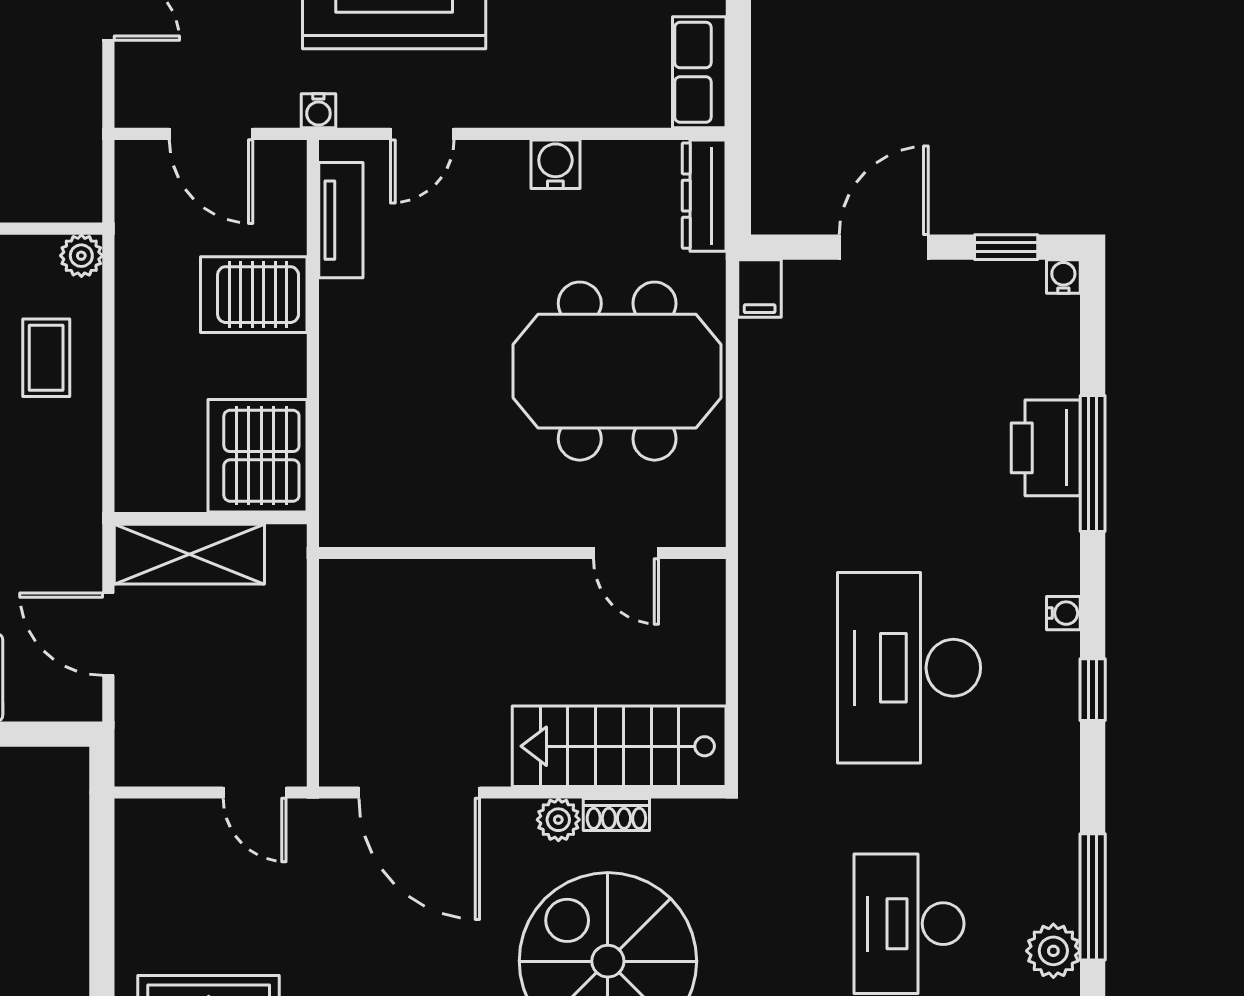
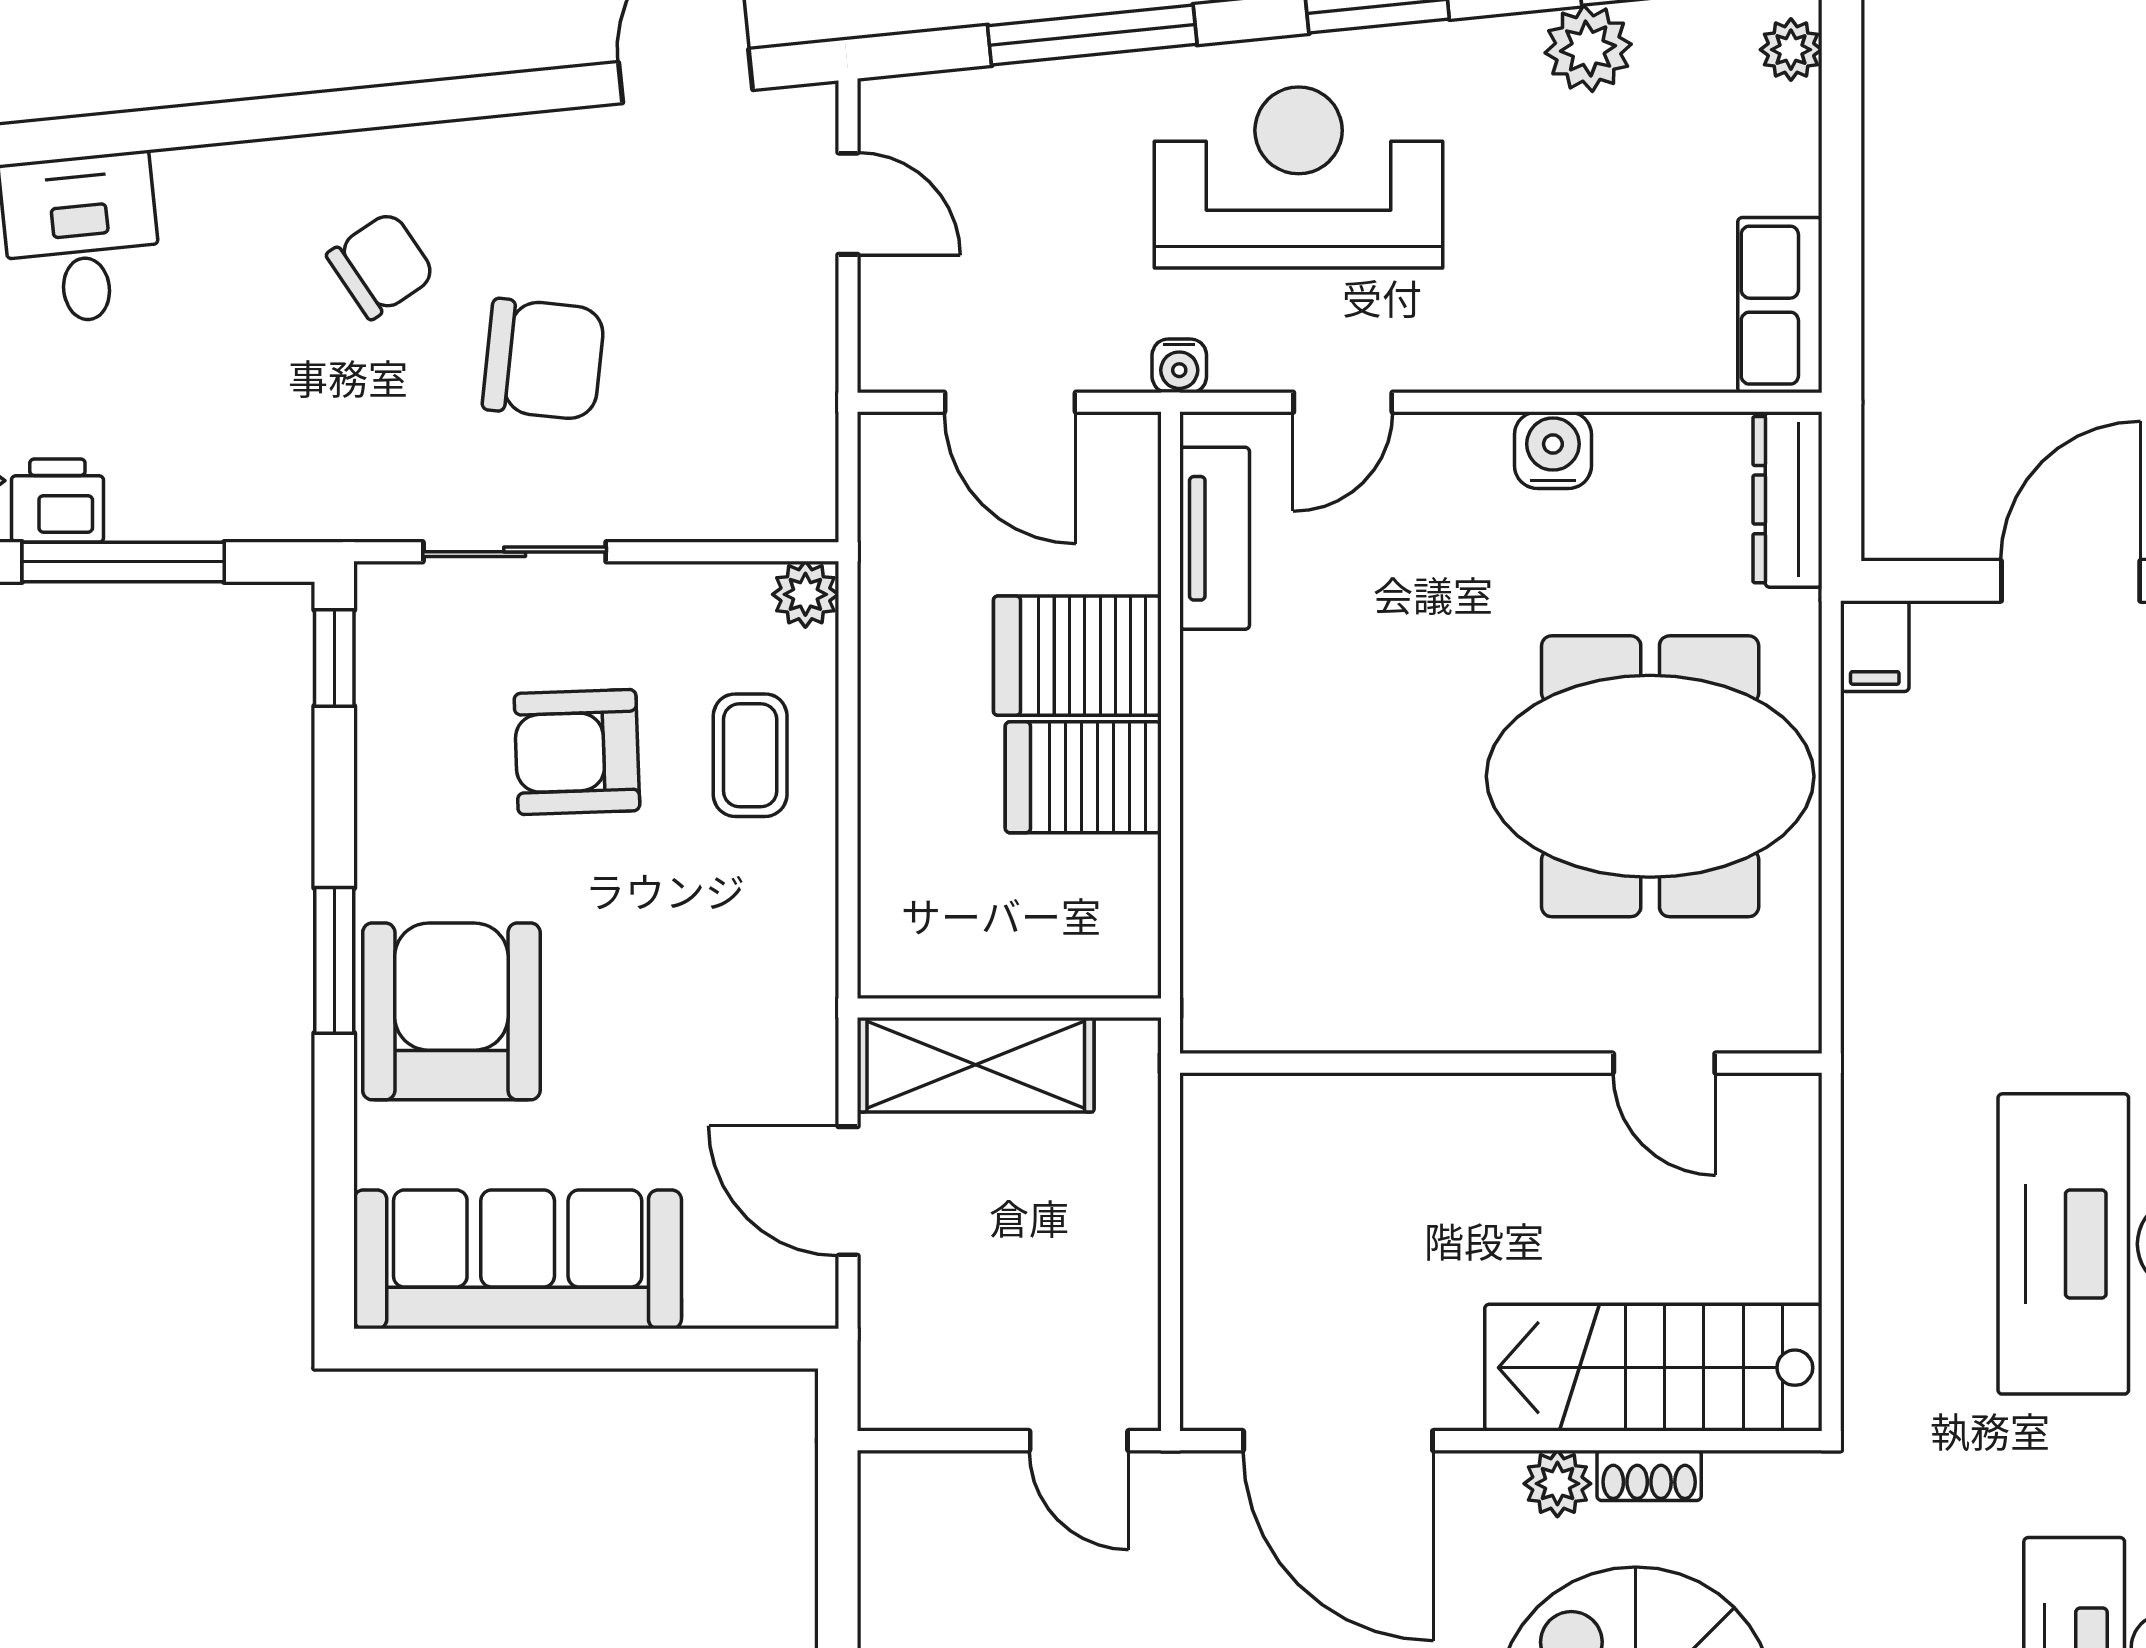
server rack: (258, 456) -> (1083, 777), moved, width x0.62

